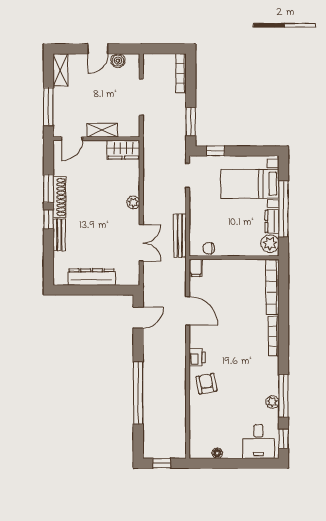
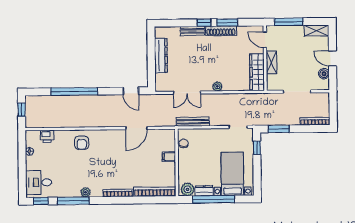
wardrobe: (123, 150) -> (257, 72), width x1.50
filing cabinet: (196, 268) -> (169, 157), moved
printer: (197, 357) -> (47, 136), moved
armchair: (206, 384) -> (82, 143), turned 100
plant: (272, 402) -> (86, 192), moved

